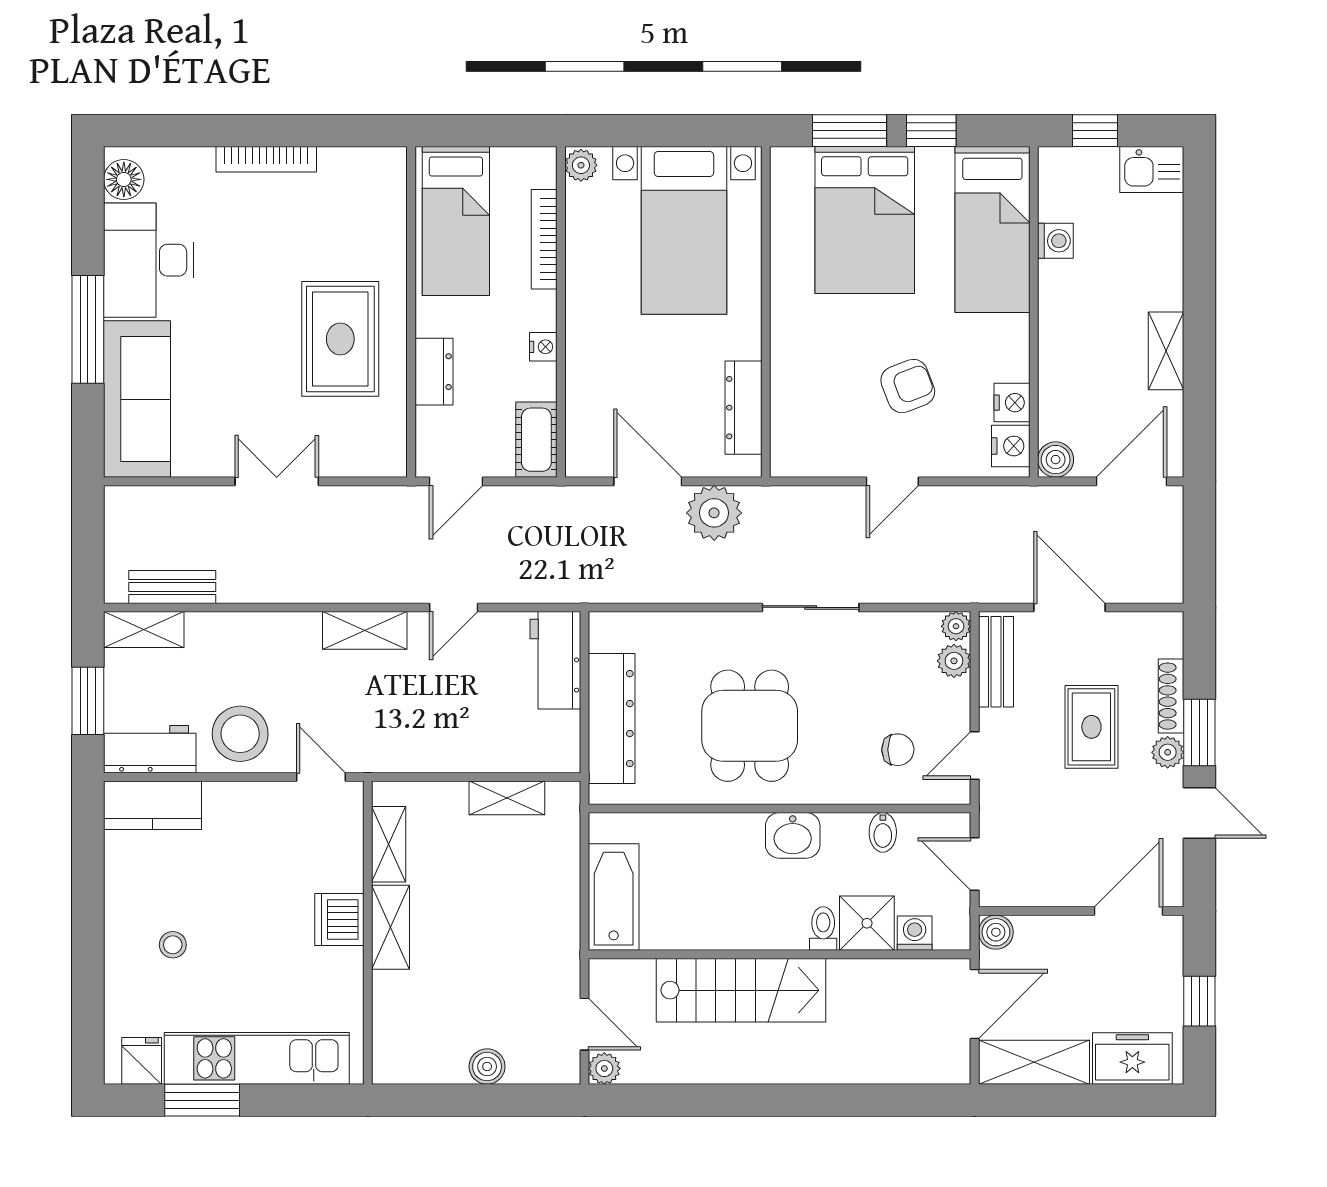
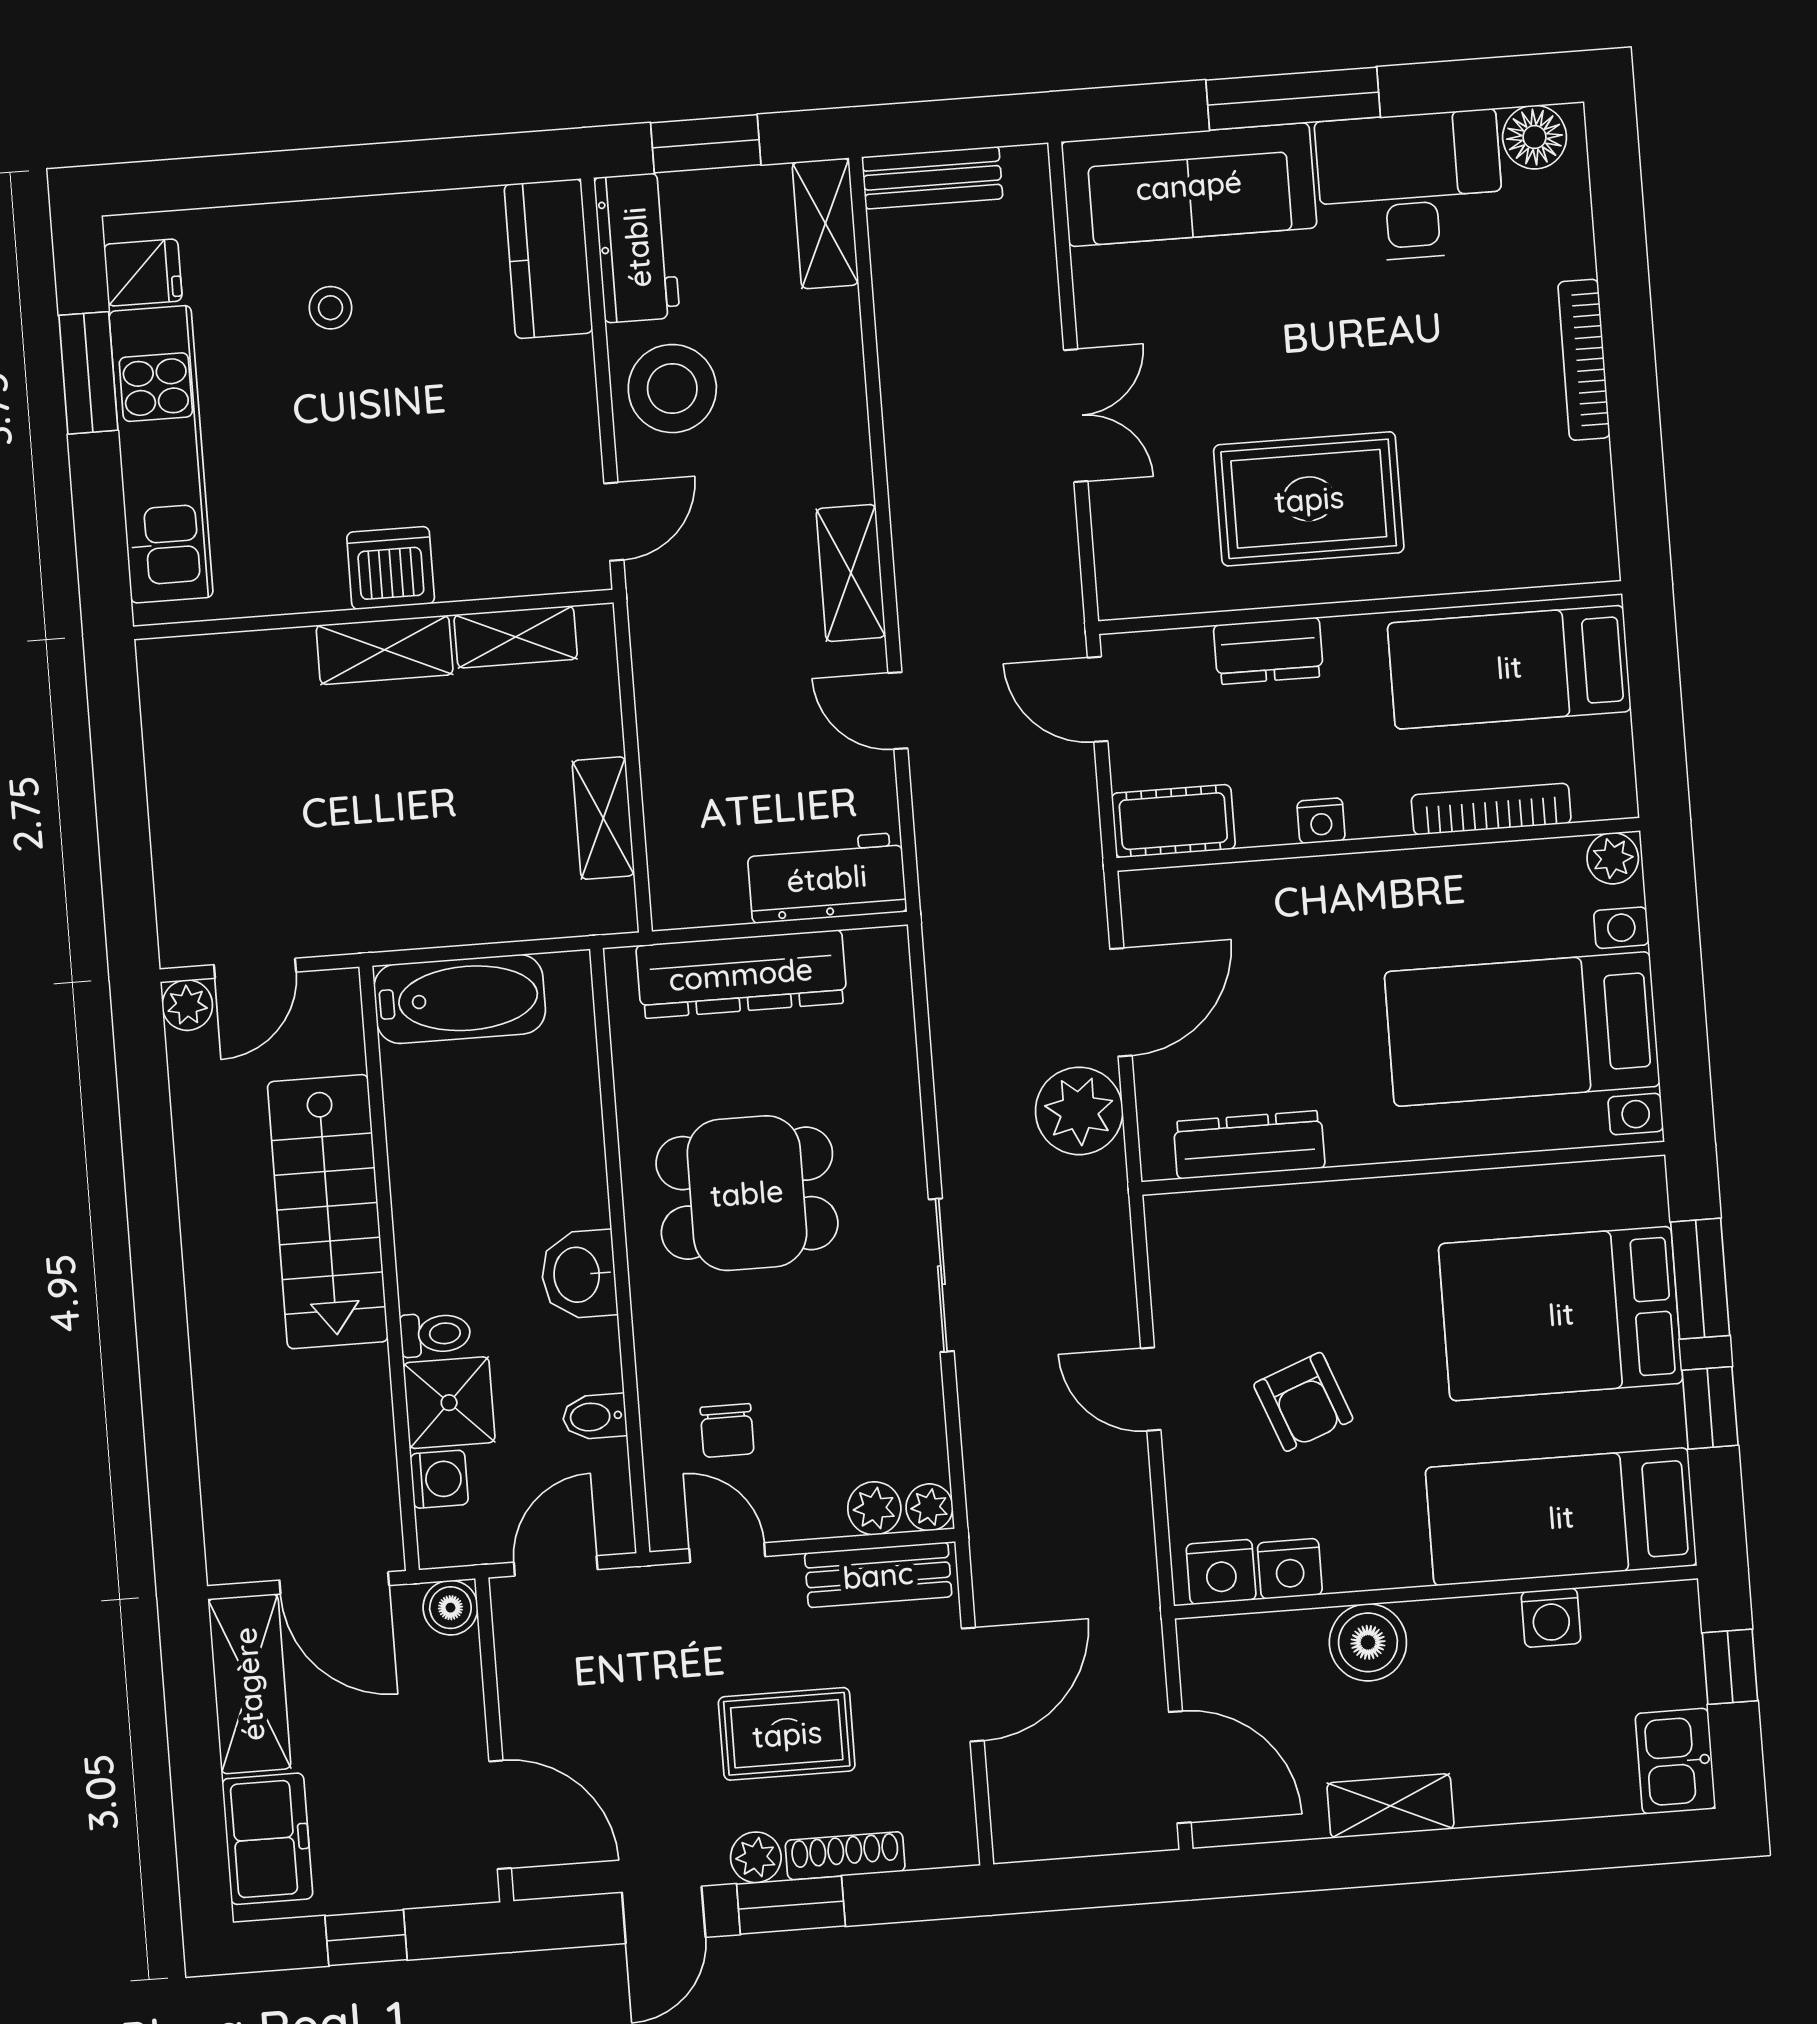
boiler: (1056, 460) -> (1368, 1642), moved, width x1.36, depth x1.36
bench: (172, 587) -> (932, 178), moved, turned 90
boiler: (487, 1067) -> (176, 819), removed

